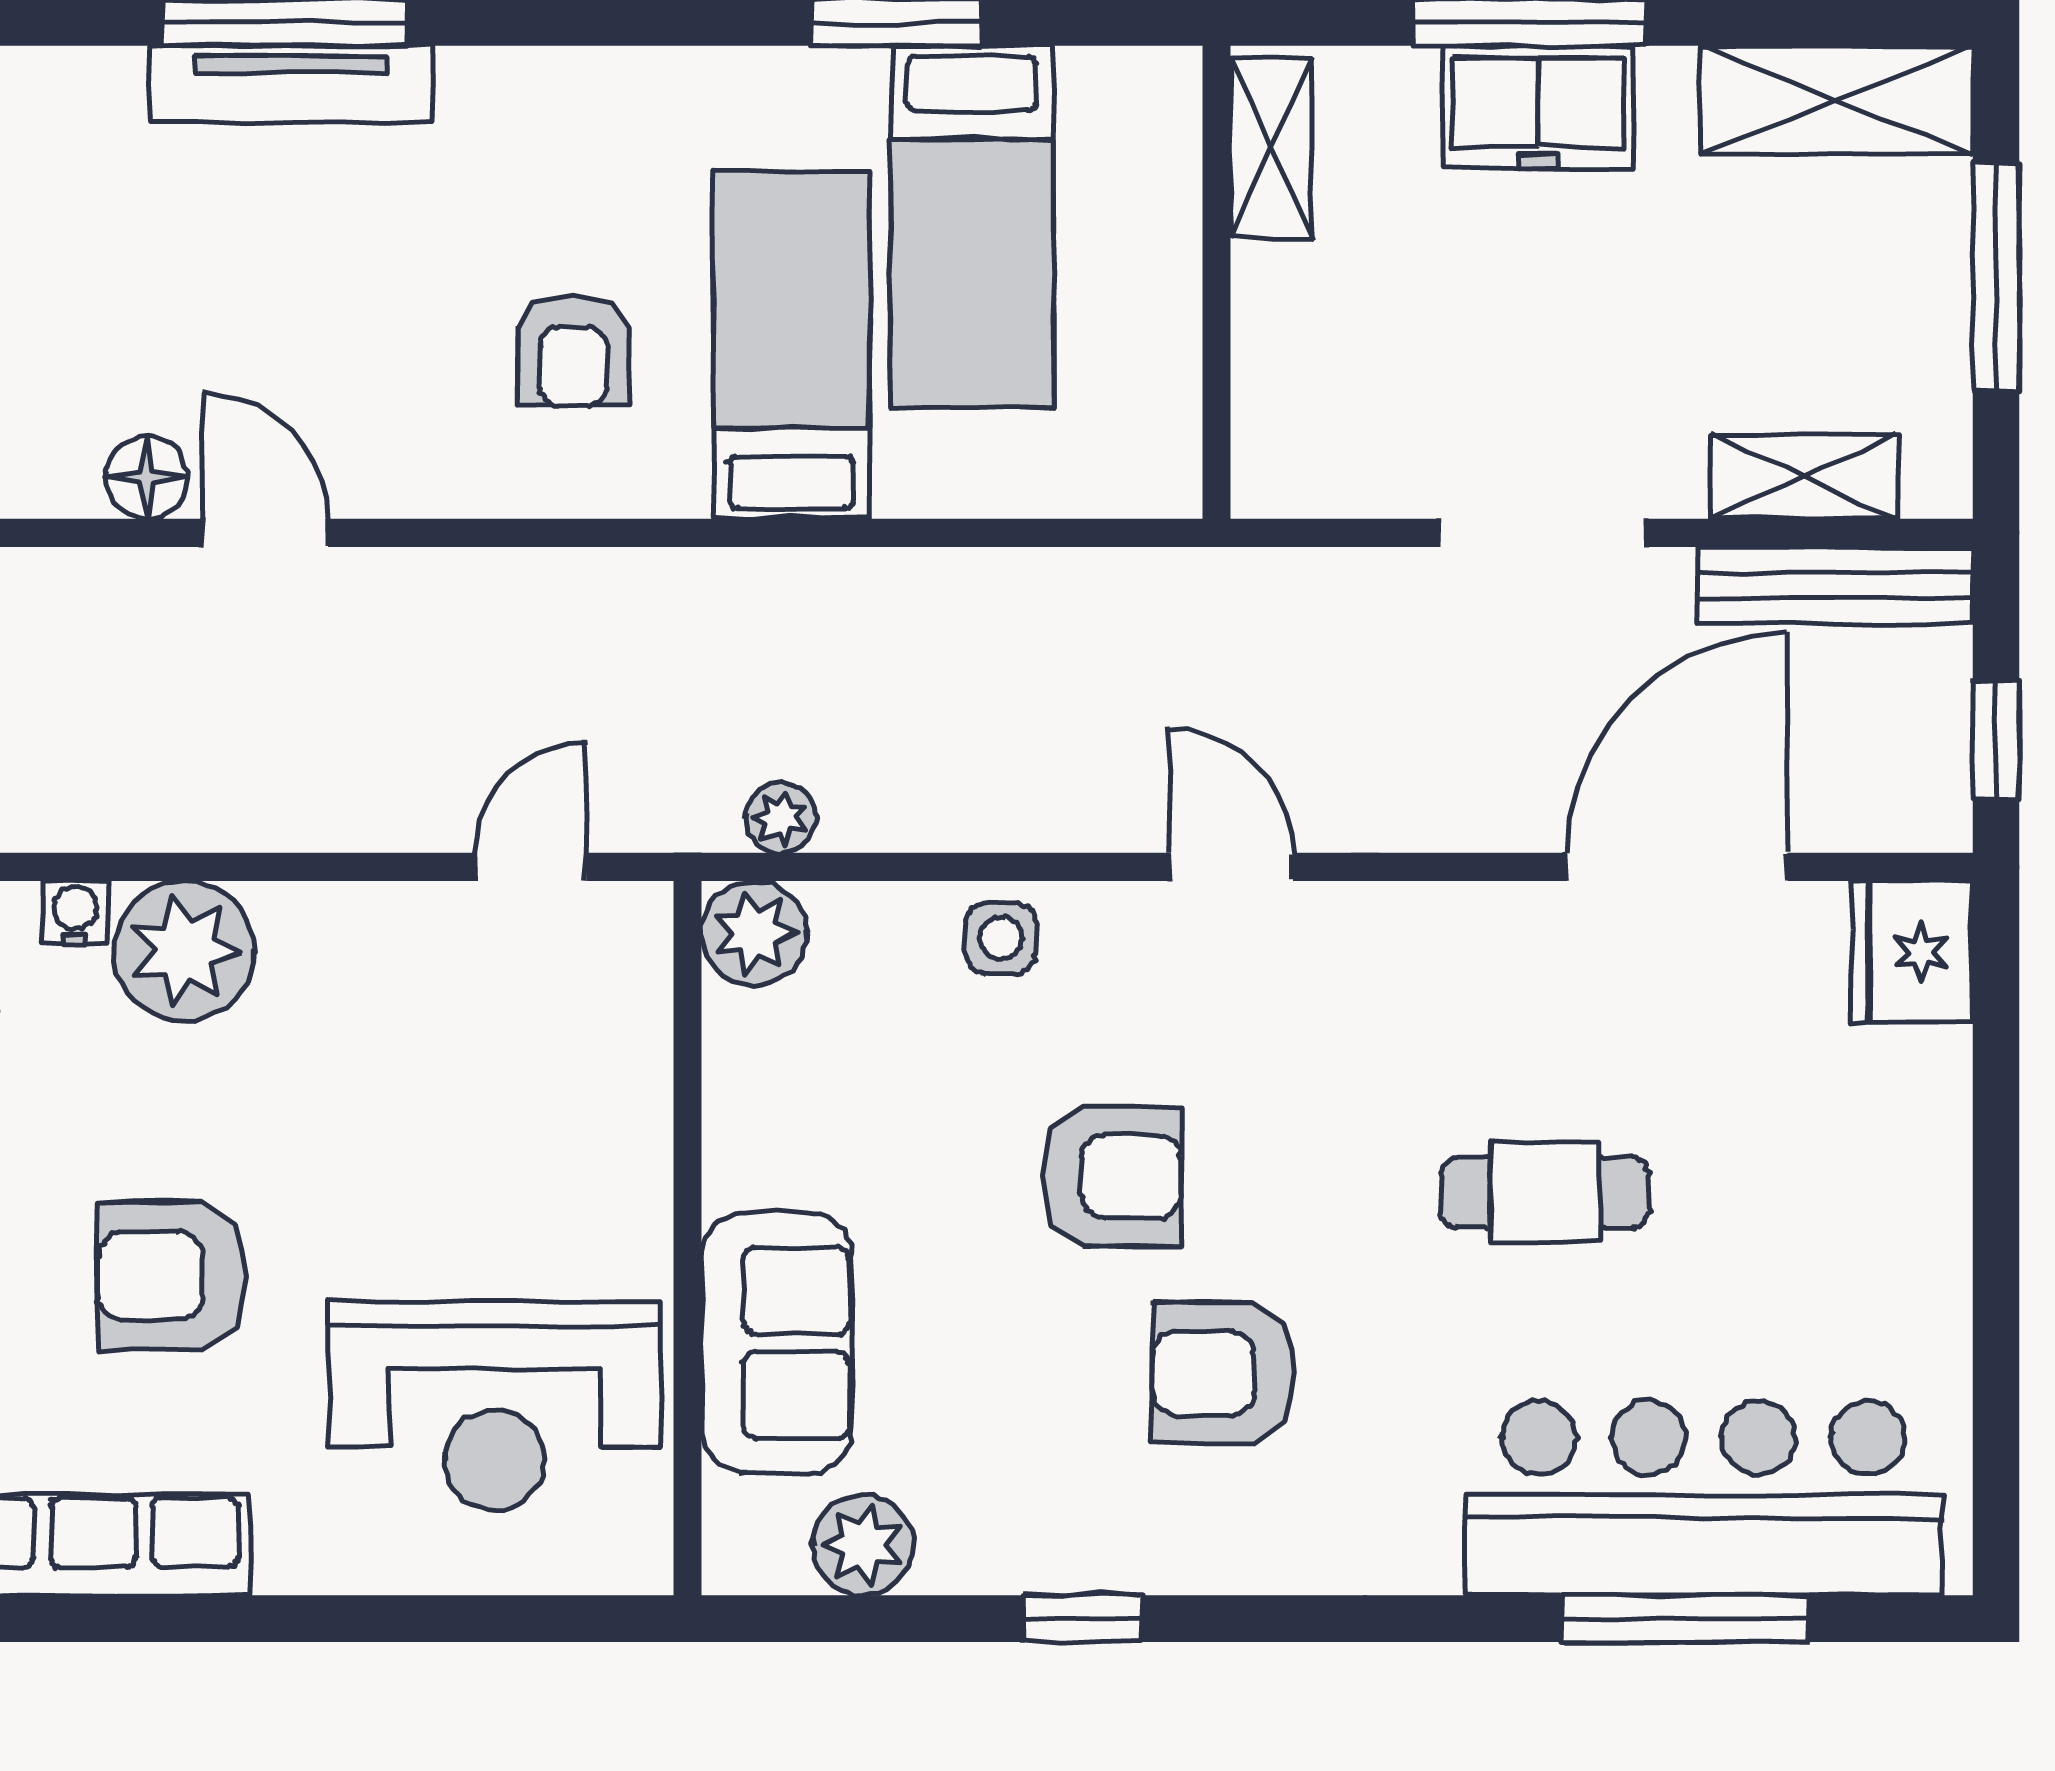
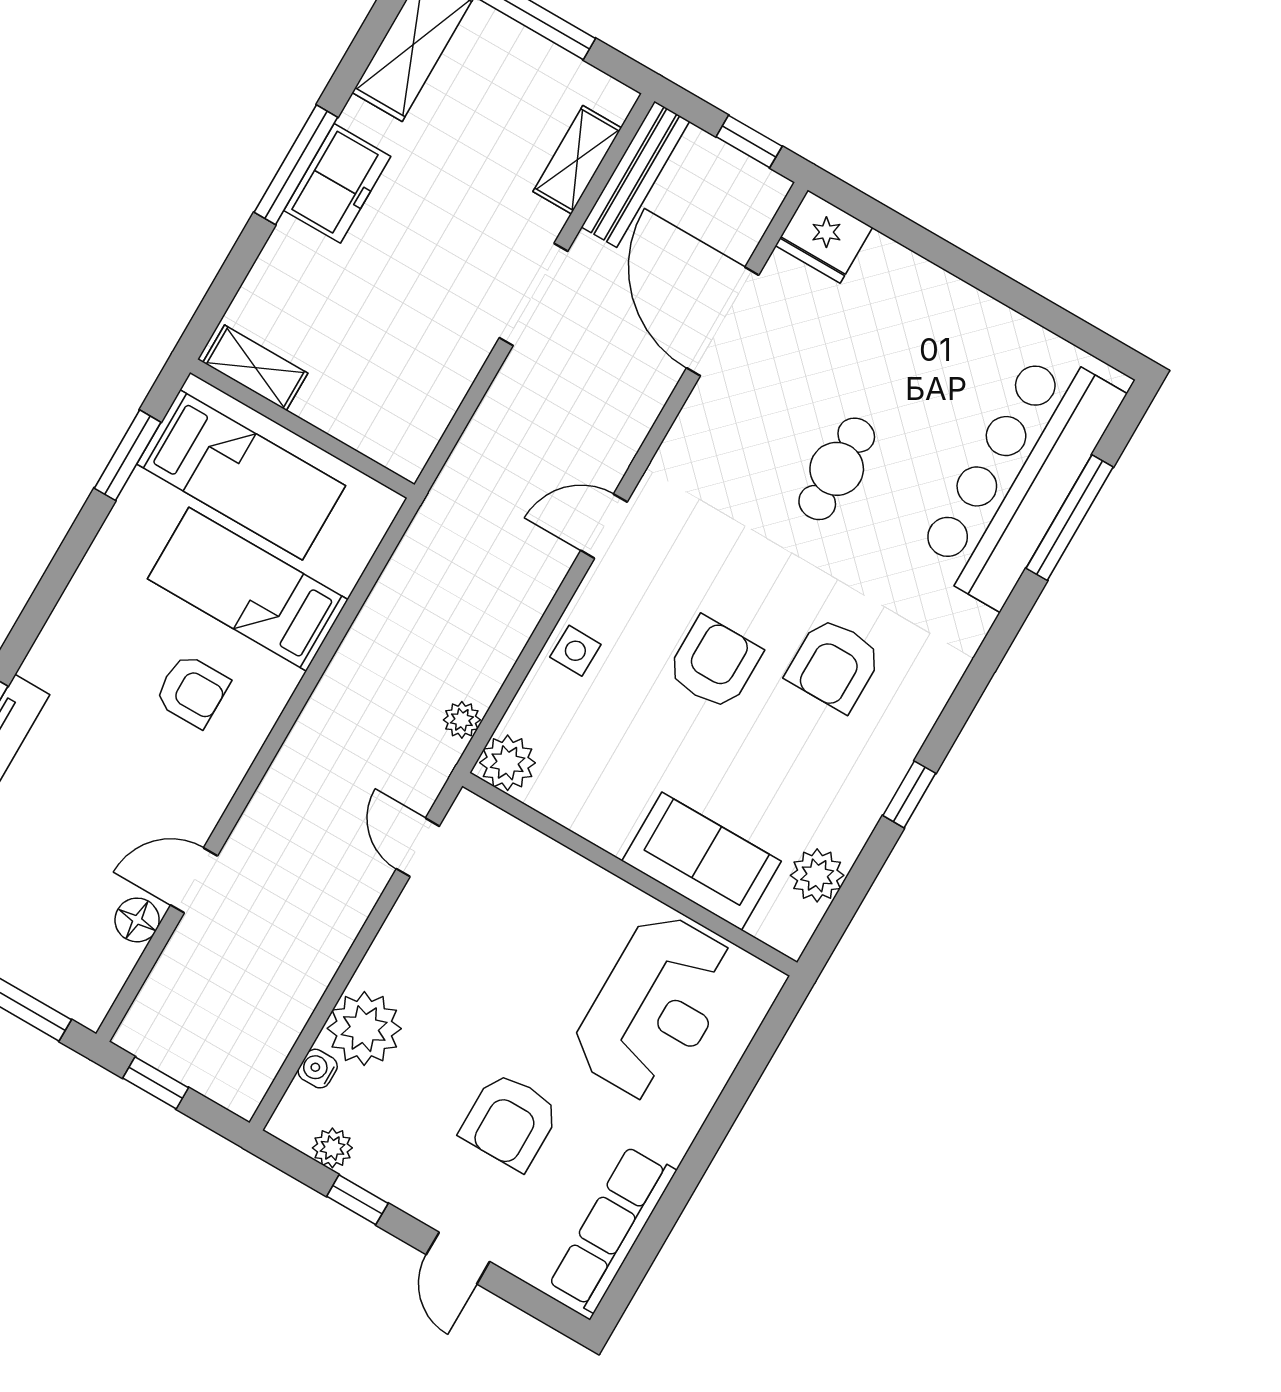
shelving: (1271, 148) -> (255, 368), moved
wall: (1216, 282) -> (302, 429), moved

